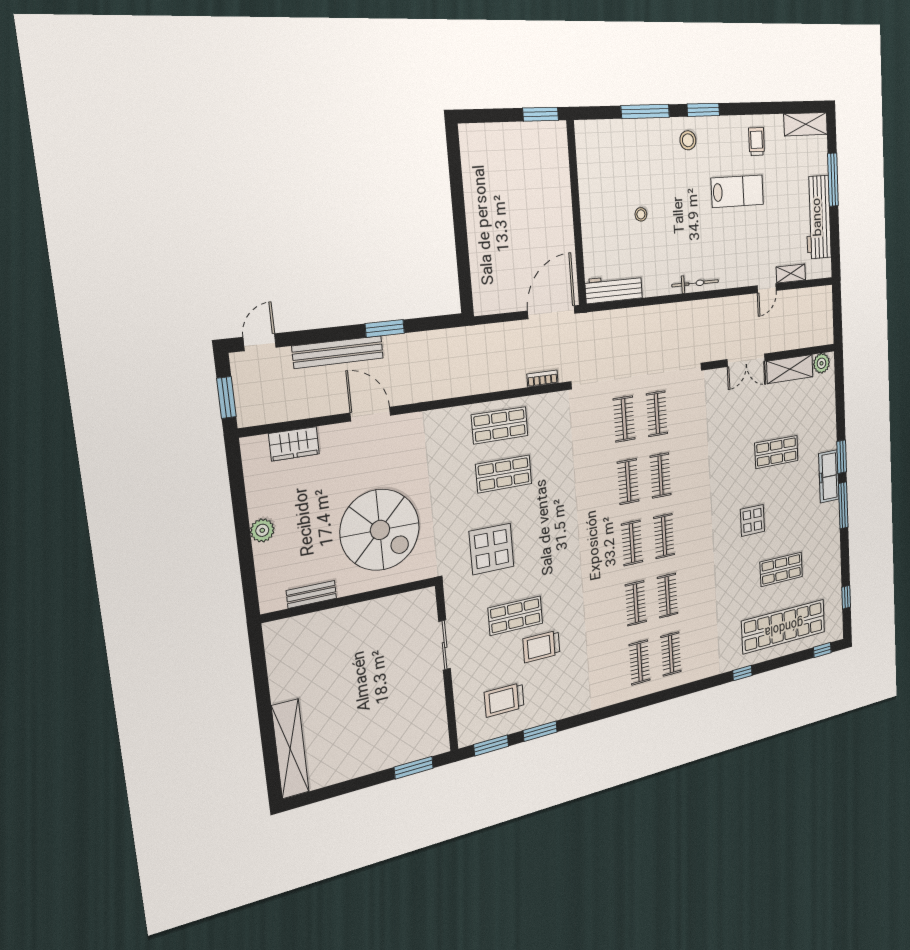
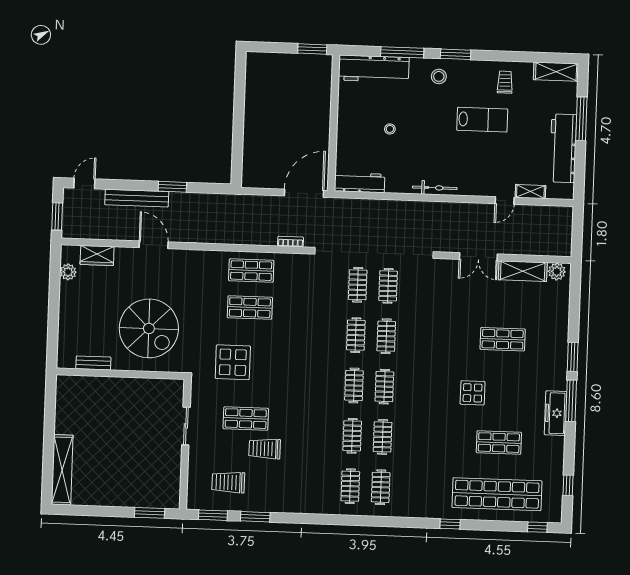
workbench: (616, 136) -> (374, 69), added
freezer: (829, 476) -> (556, 413), moved
plant: (262, 530) -> (68, 272), moved

